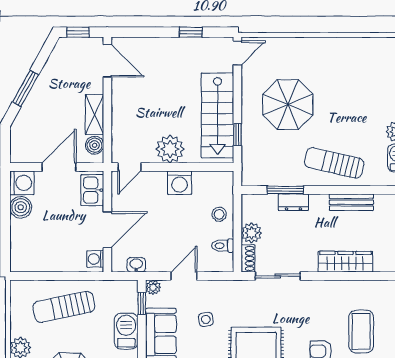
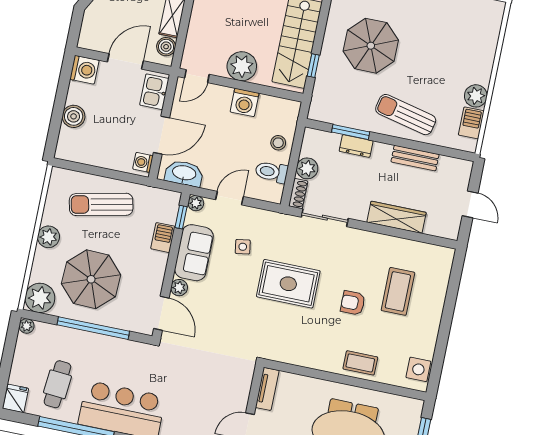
boiler: (21, 207) -> (74, 116), moved
toilet: (223, 246) -> (272, 172), width x1.37, depth x1.39
washbasin: (136, 265) -> (184, 173), width x1.91, depth x1.45
barbecue: (126, 331) -> (163, 238), width x0.73, depth x0.79

